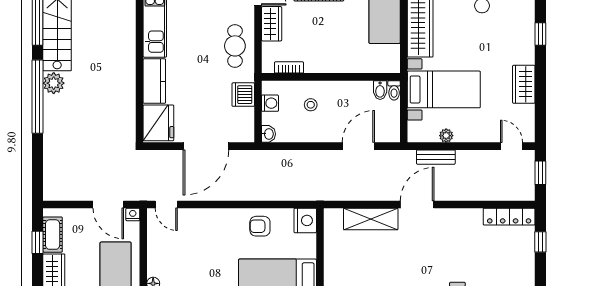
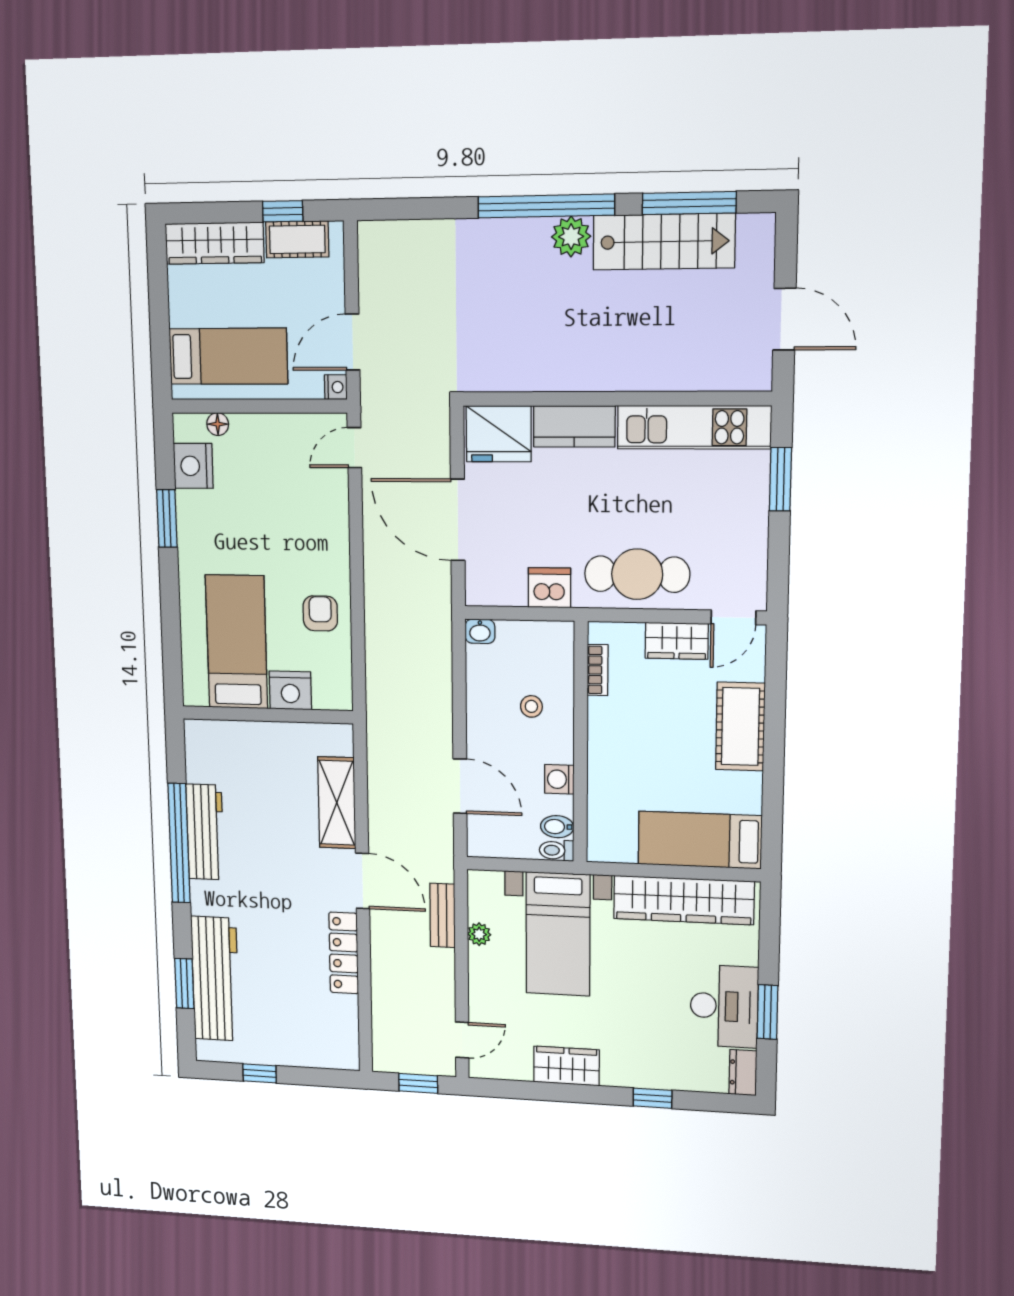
cafe table: (235, 46) -> (637, 574), width x1.37, depth x1.35
washing machine: (270, 103) -> (559, 779), moved, turned 90
locker: (509, 217) -> (344, 953), moved
nightstand: (305, 220) -> (290, 690), moved
window: (540, 242) -> (260, 1073), moved

